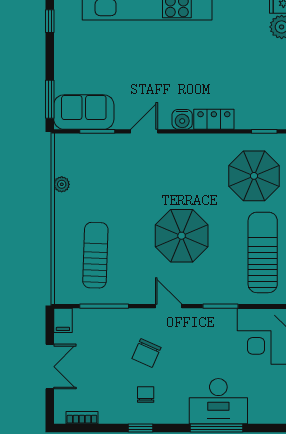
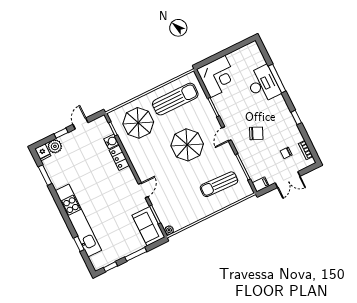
window: (50, 99) -> (136, 254), moved
water cooler: (182, 119) -> (111, 141), moved
door: (144, 131) -> (143, 190), swing flipped
plant: (62, 184) -> (169, 230), moved
sun lounger: (263, 252) -> (175, 99), turned 180
double door: (50, 367) -> (288, 180), swing flipped
chair: (146, 395) -> (286, 153), moved

